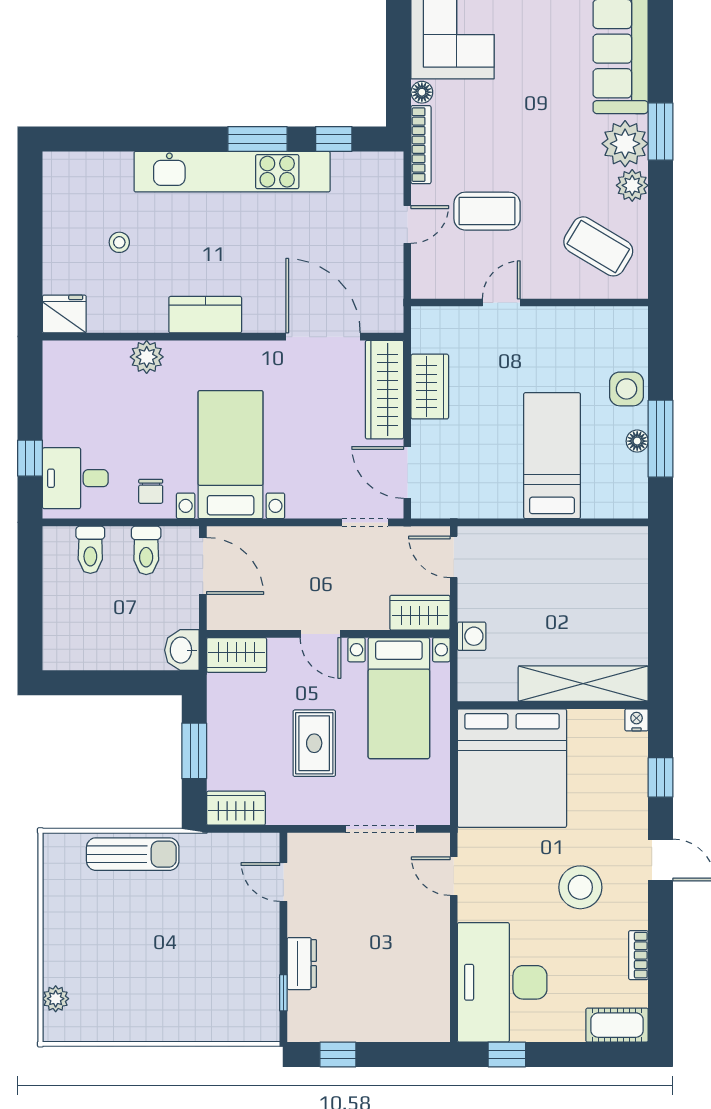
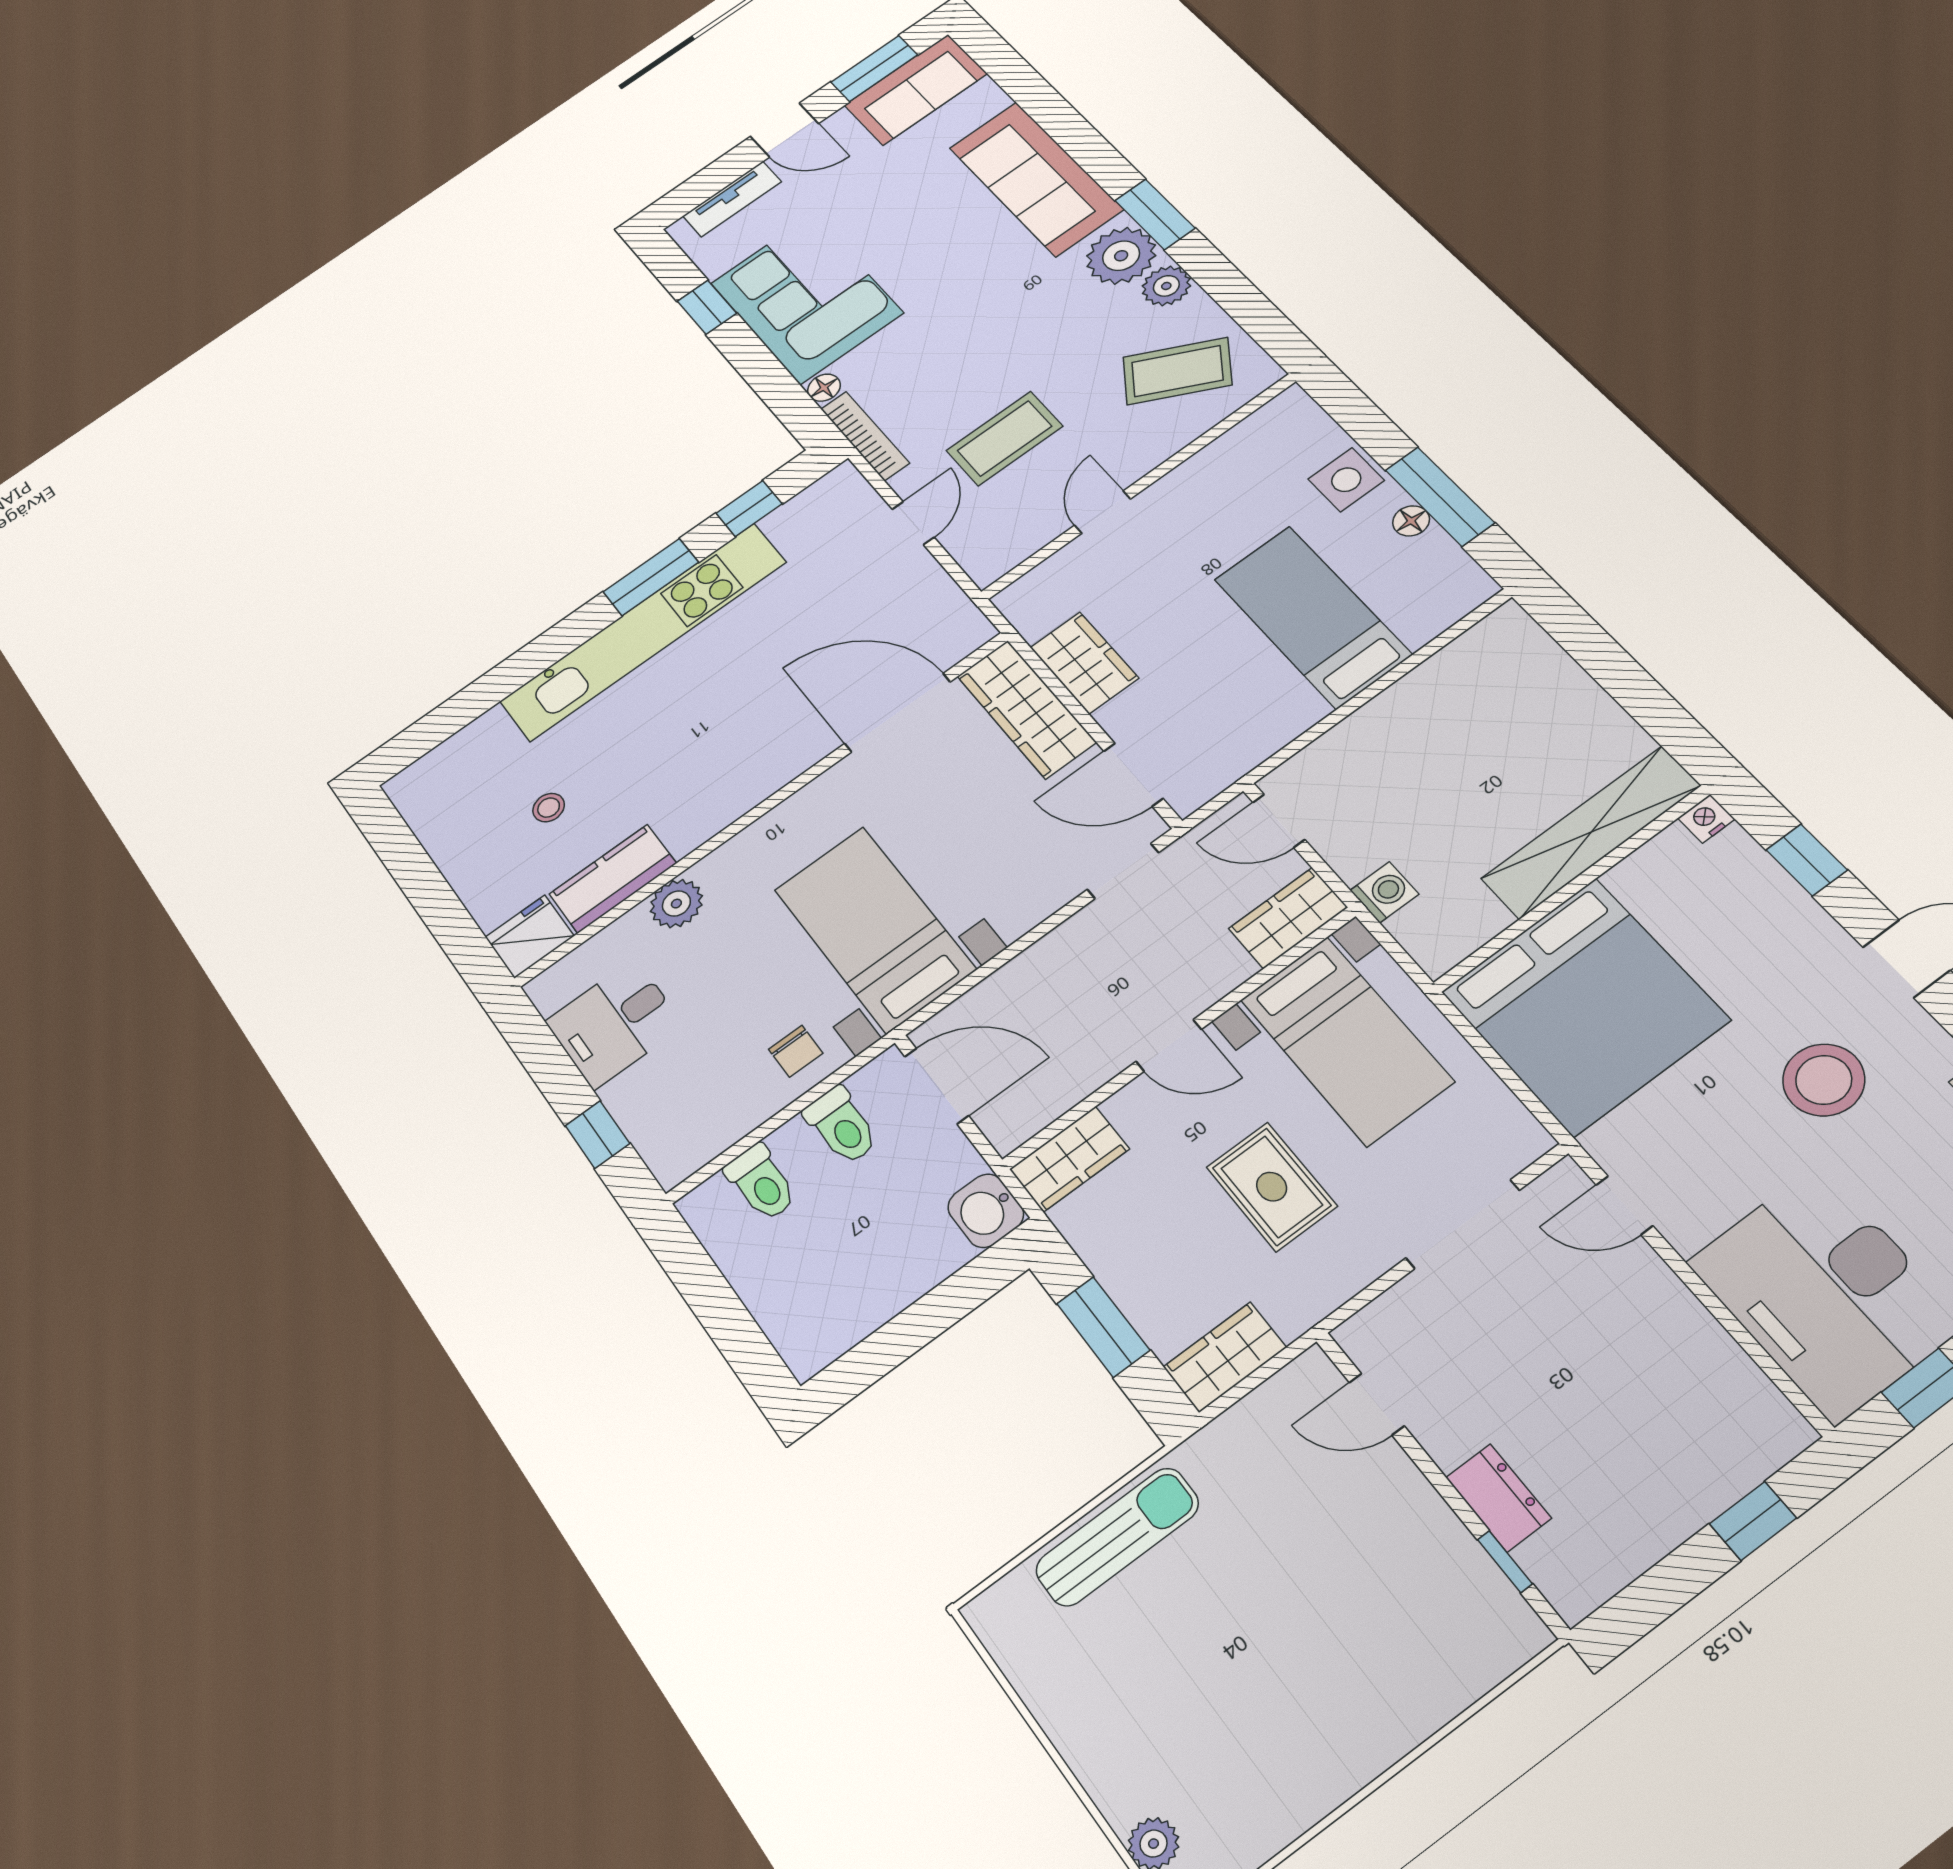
kitchen counter: (205, 315) -> (613, 879), moved
desk: (75, 478) -> (614, 1023), moved
window: (338, 1054) -> (1753, 1521), moved

